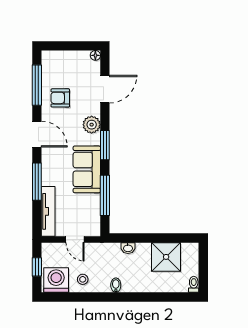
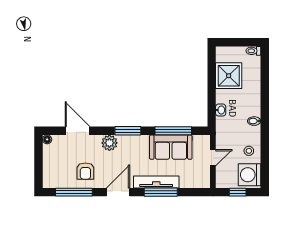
sofa: (87, 169) -> (171, 147), moved
tv unit: (48, 211) -> (156, 182), moved

